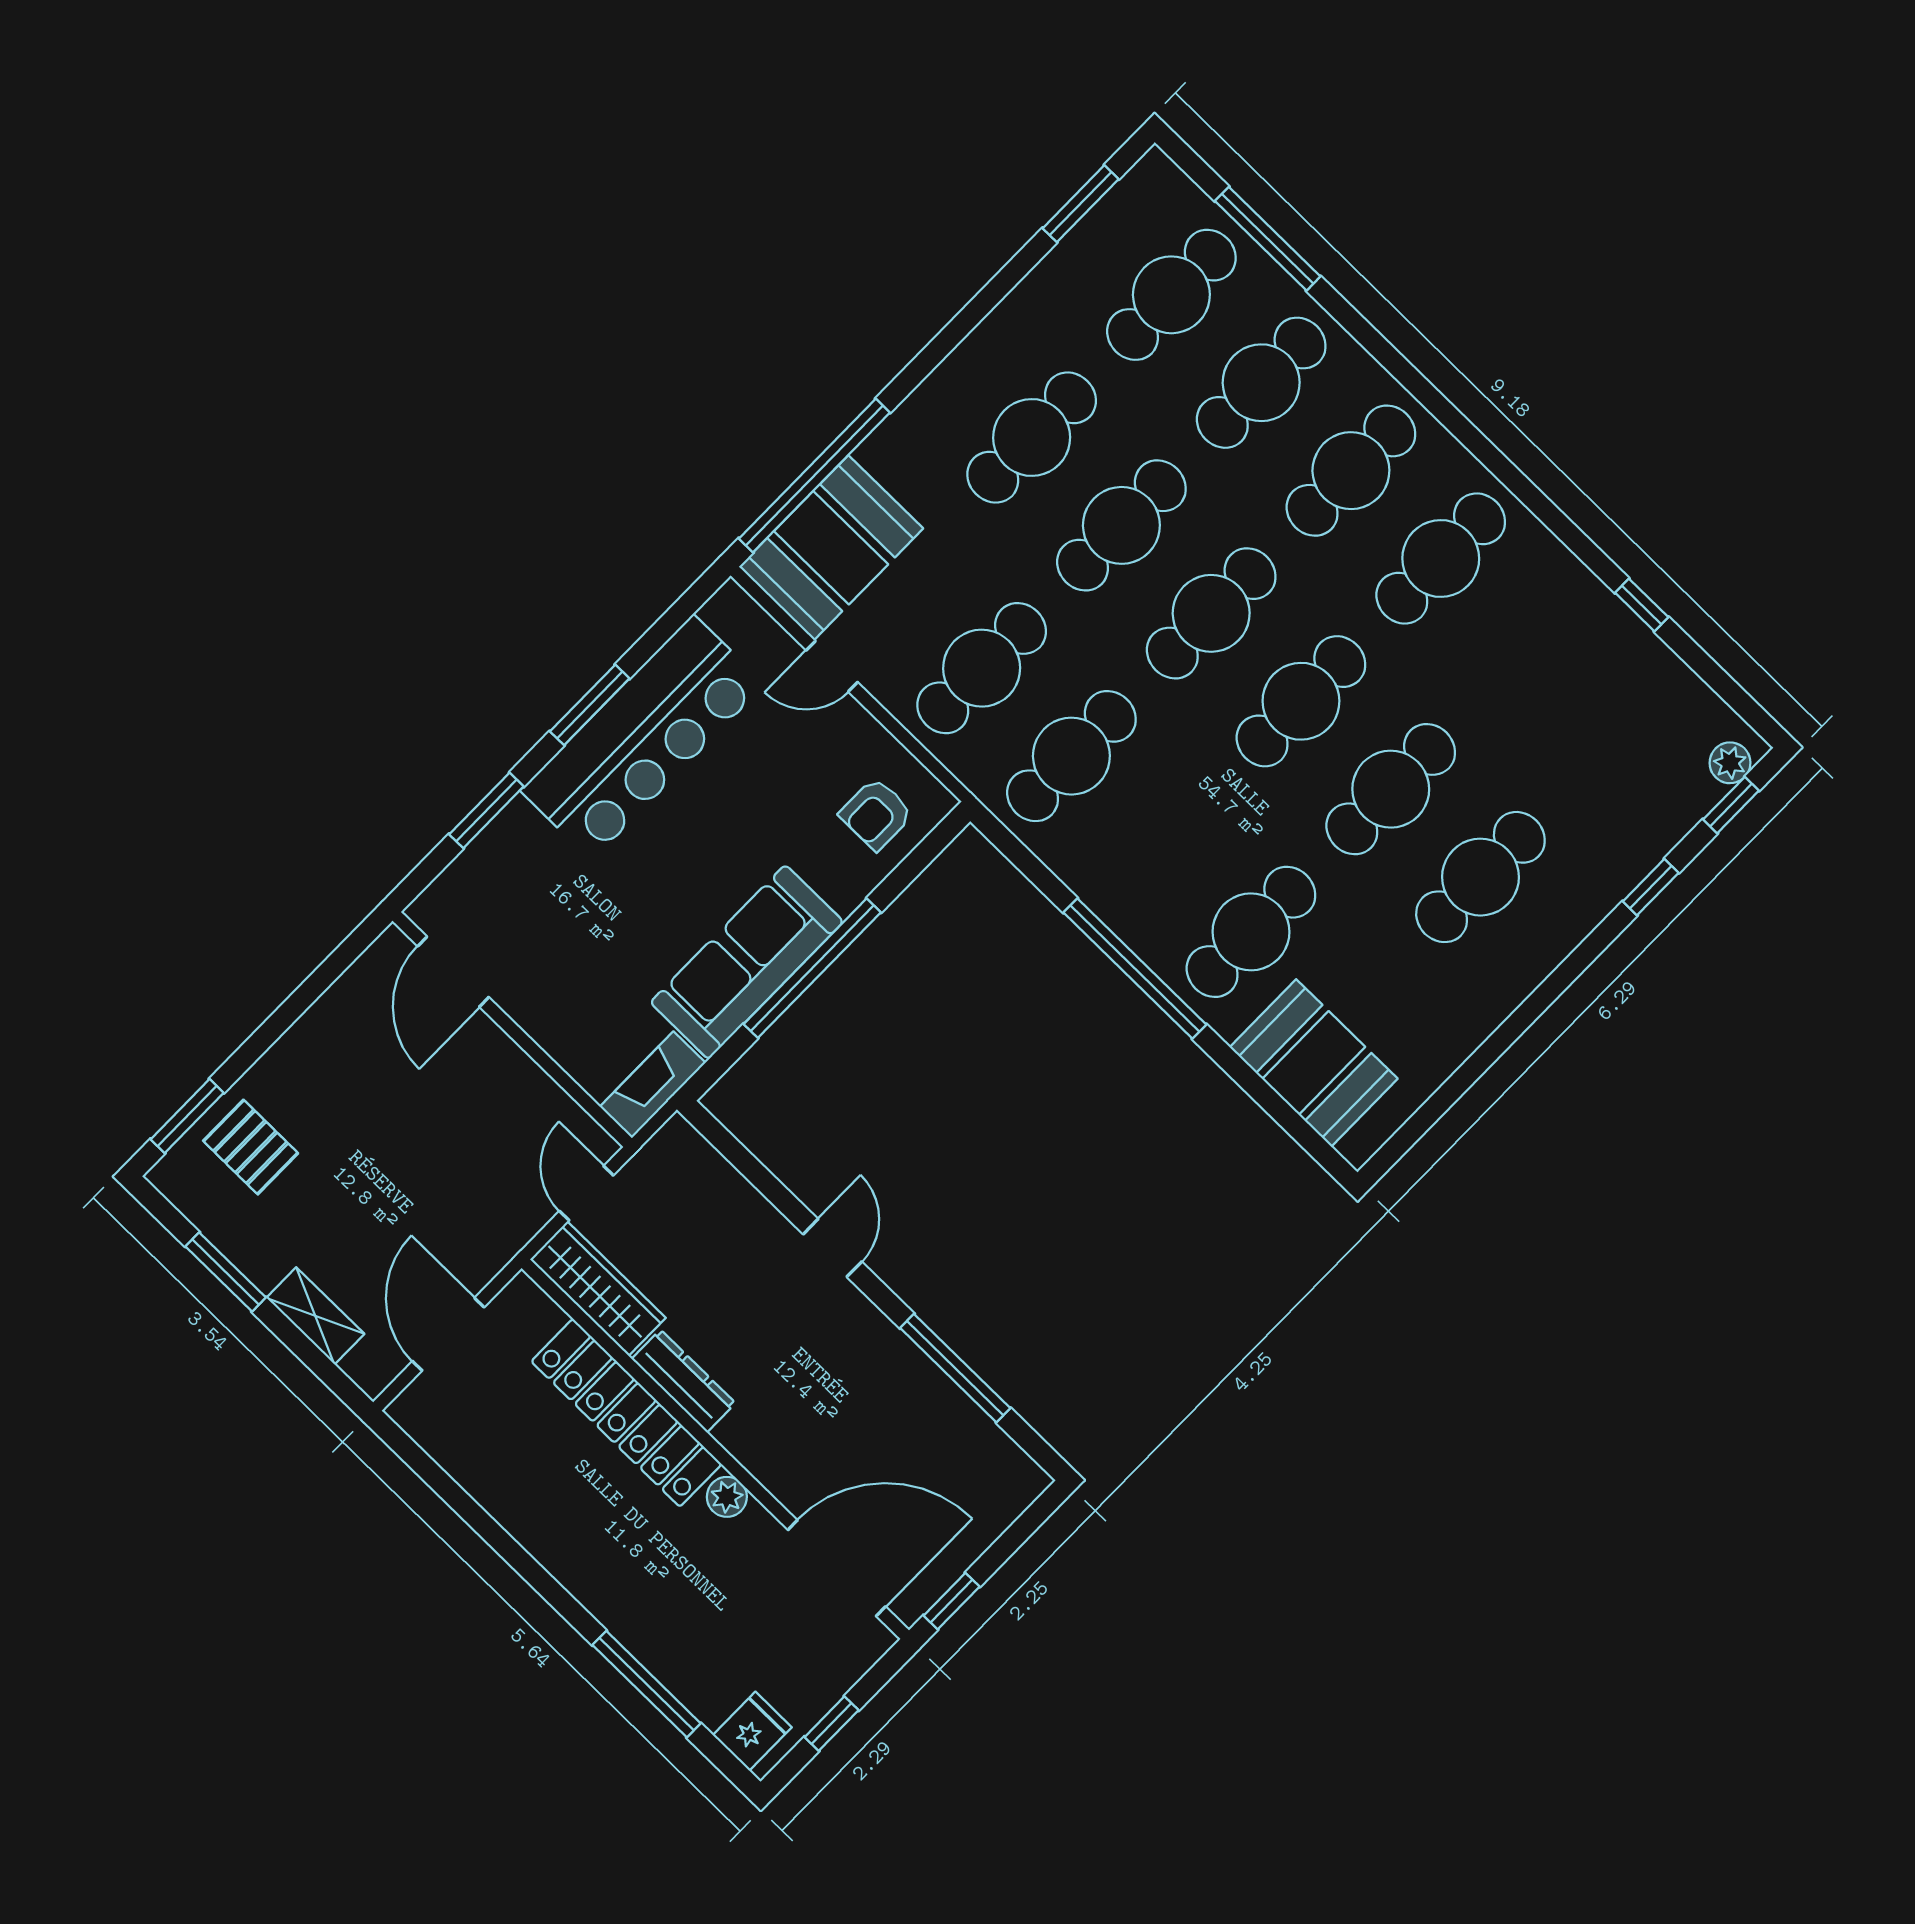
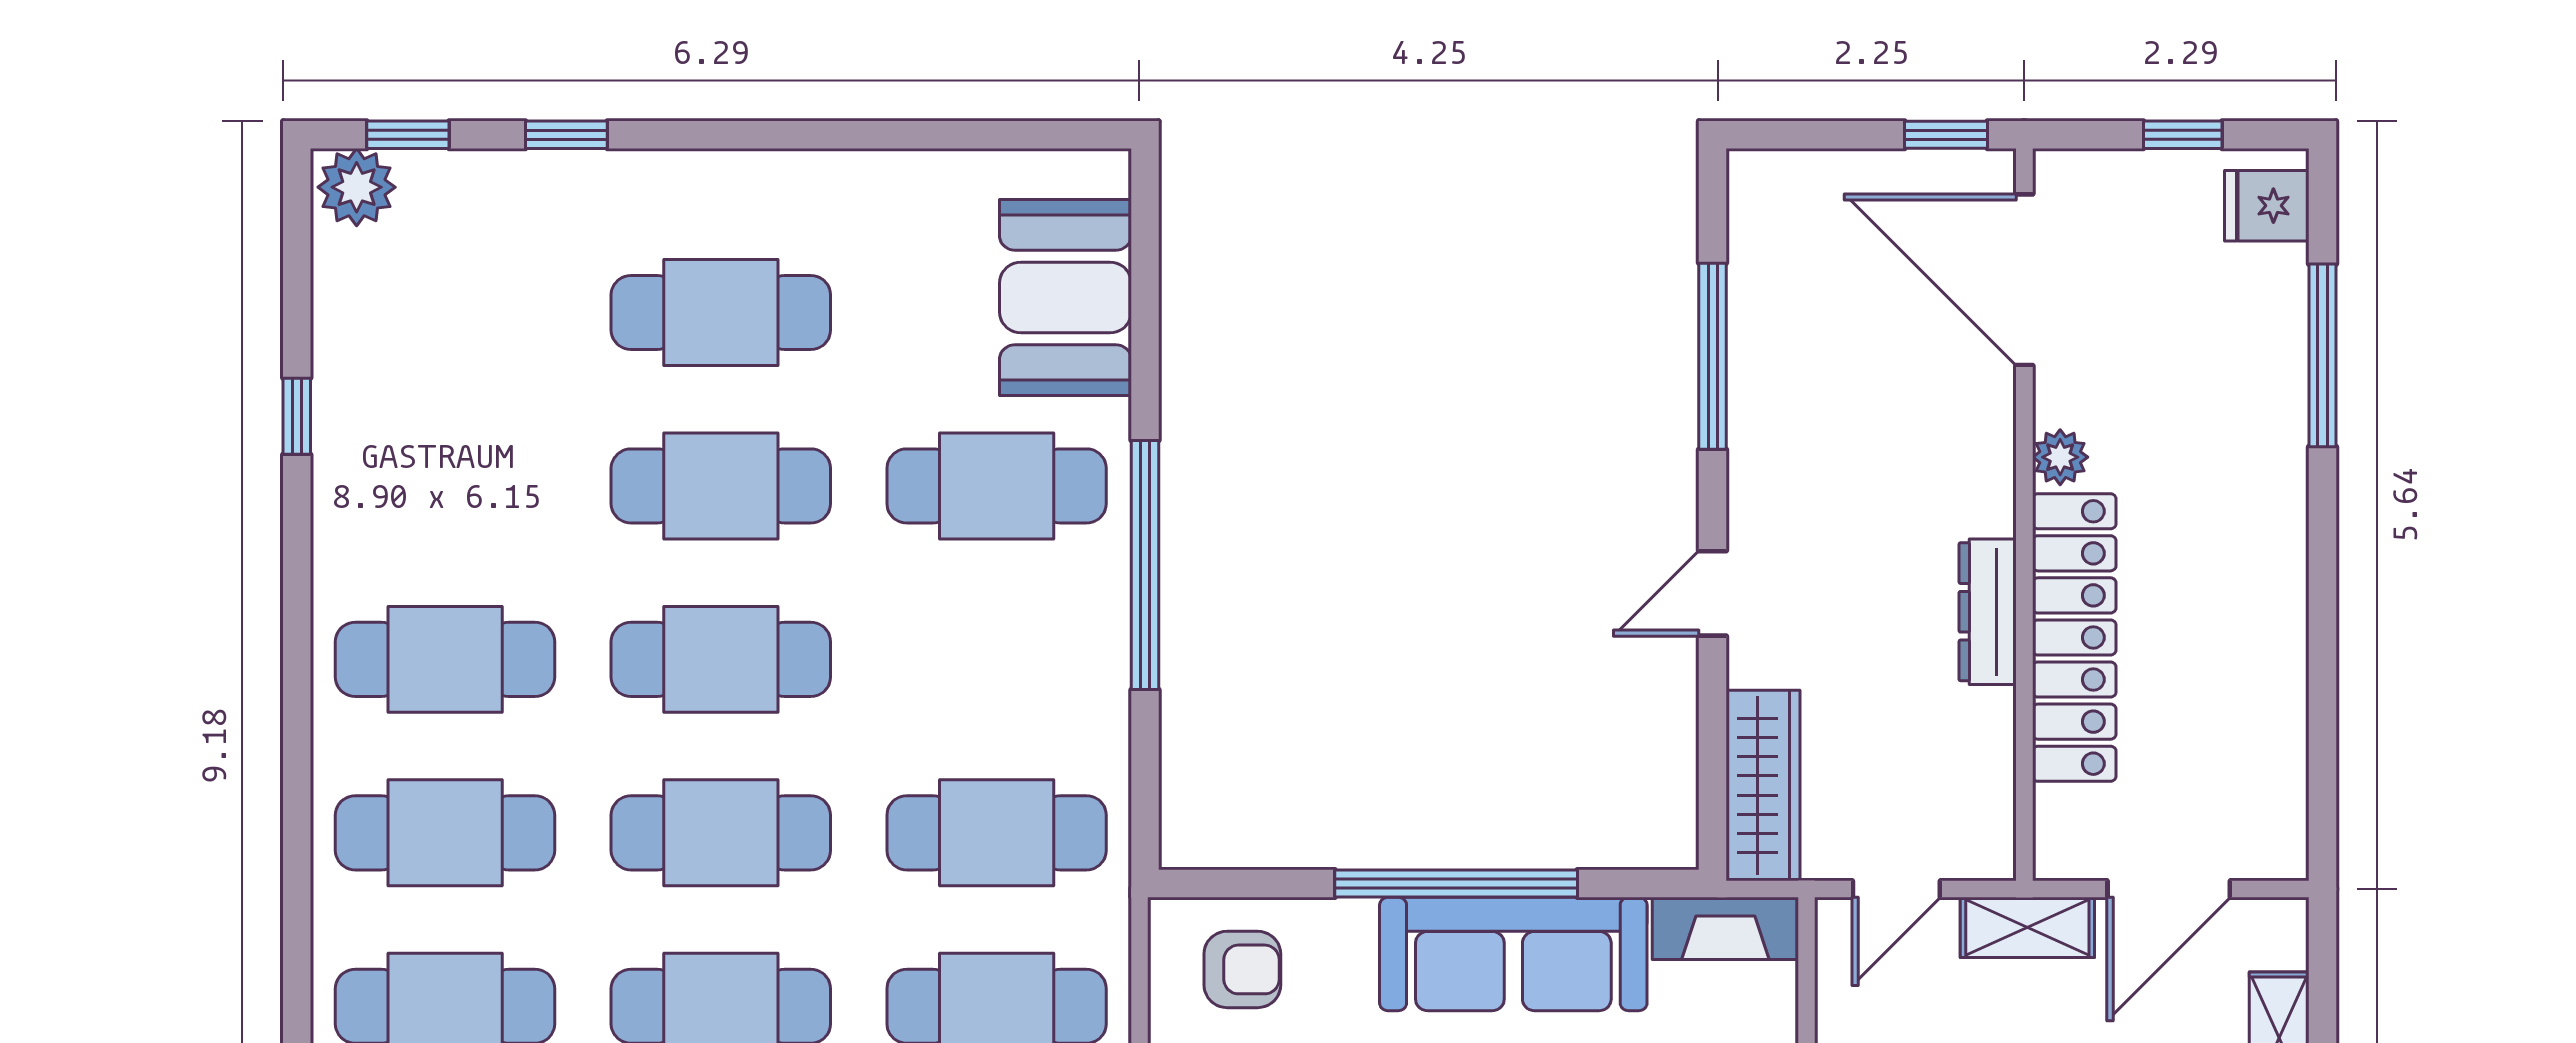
plant: (1730, 763) -> (357, 187), width x1.38, depth x1.38
shelving: (500, 1242) -> (2027, 927), added
wardrobe: (598, 1289) -> (1763, 786), moved, turned 180

